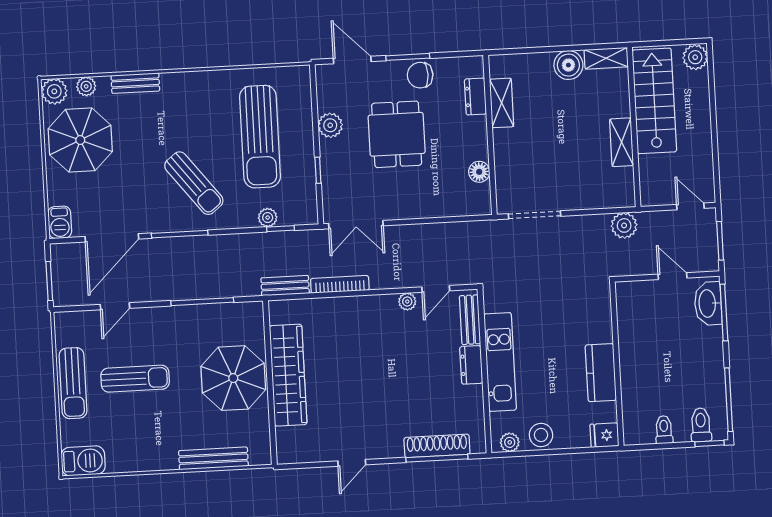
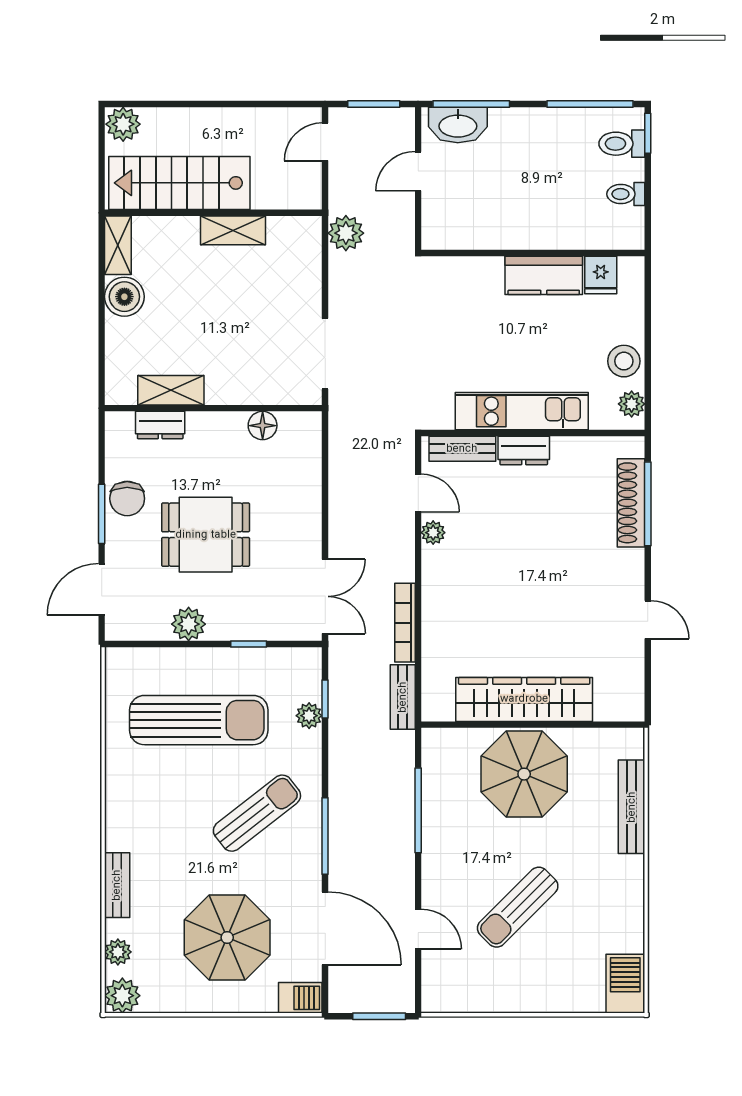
parasol: (80, 140) -> (227, 938), moved
sun lounger: (135, 379) -> (518, 907), turned -135
sun lounger: (73, 383) -> (519, 992), removed
fridge: (604, 435) -> (601, 275), moved

